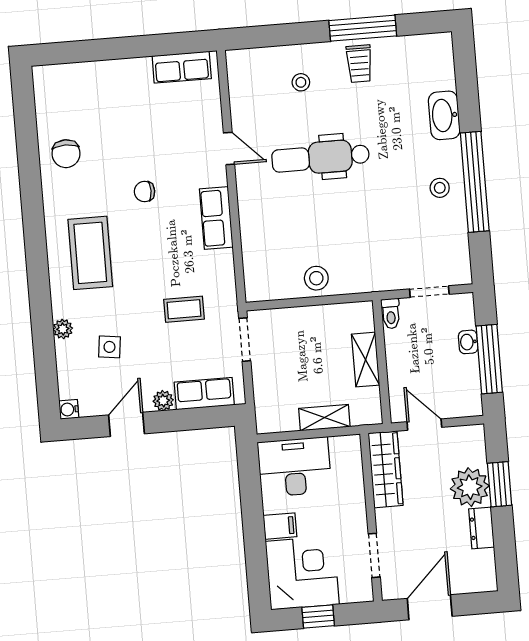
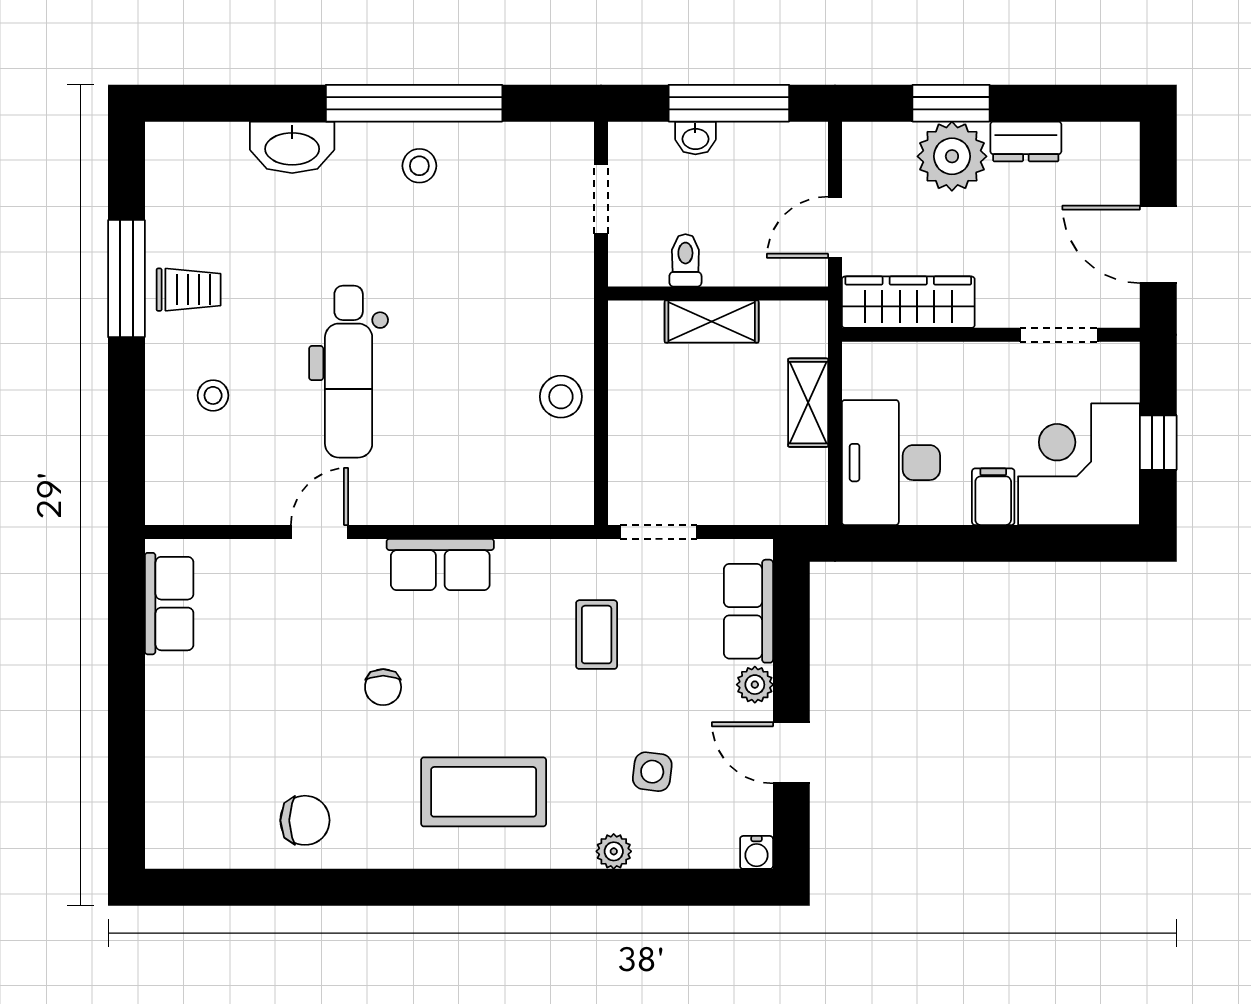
toilet: (391, 314) -> (685, 260), moved, turned -90

